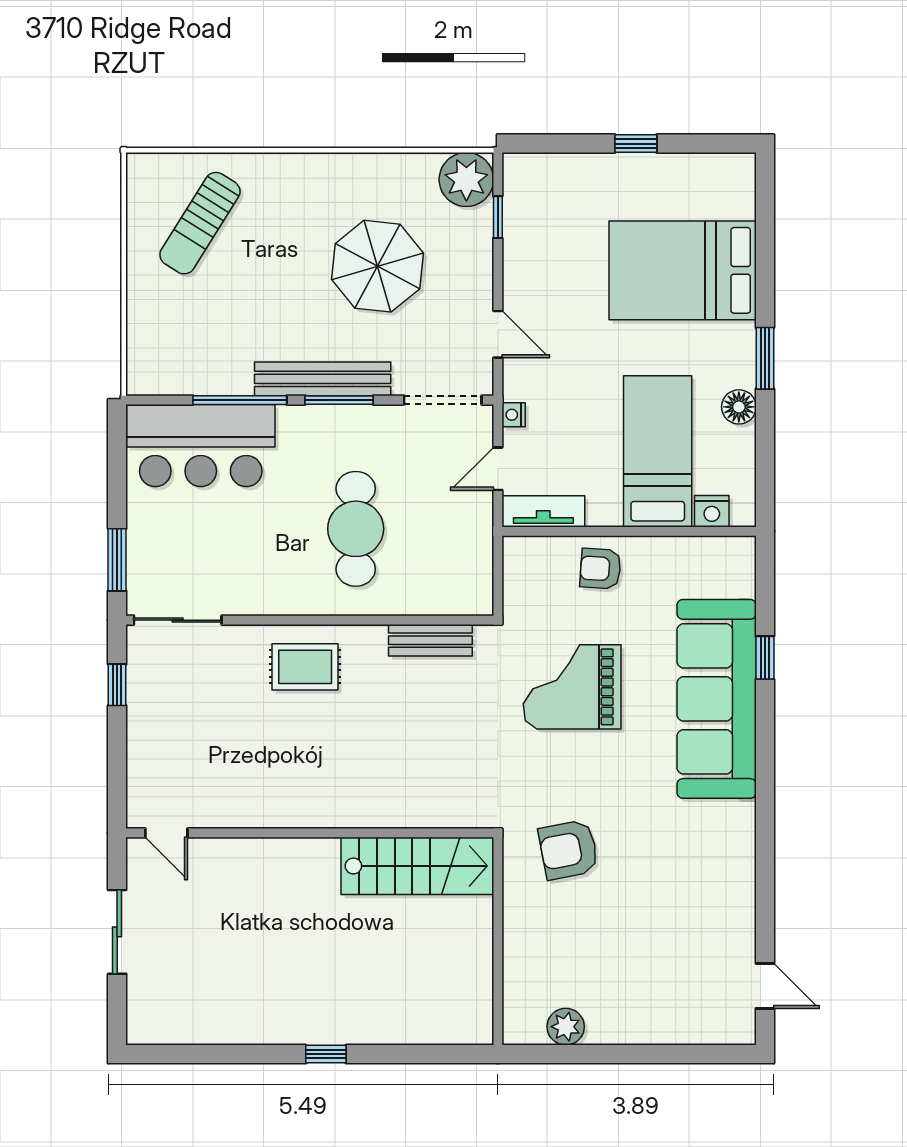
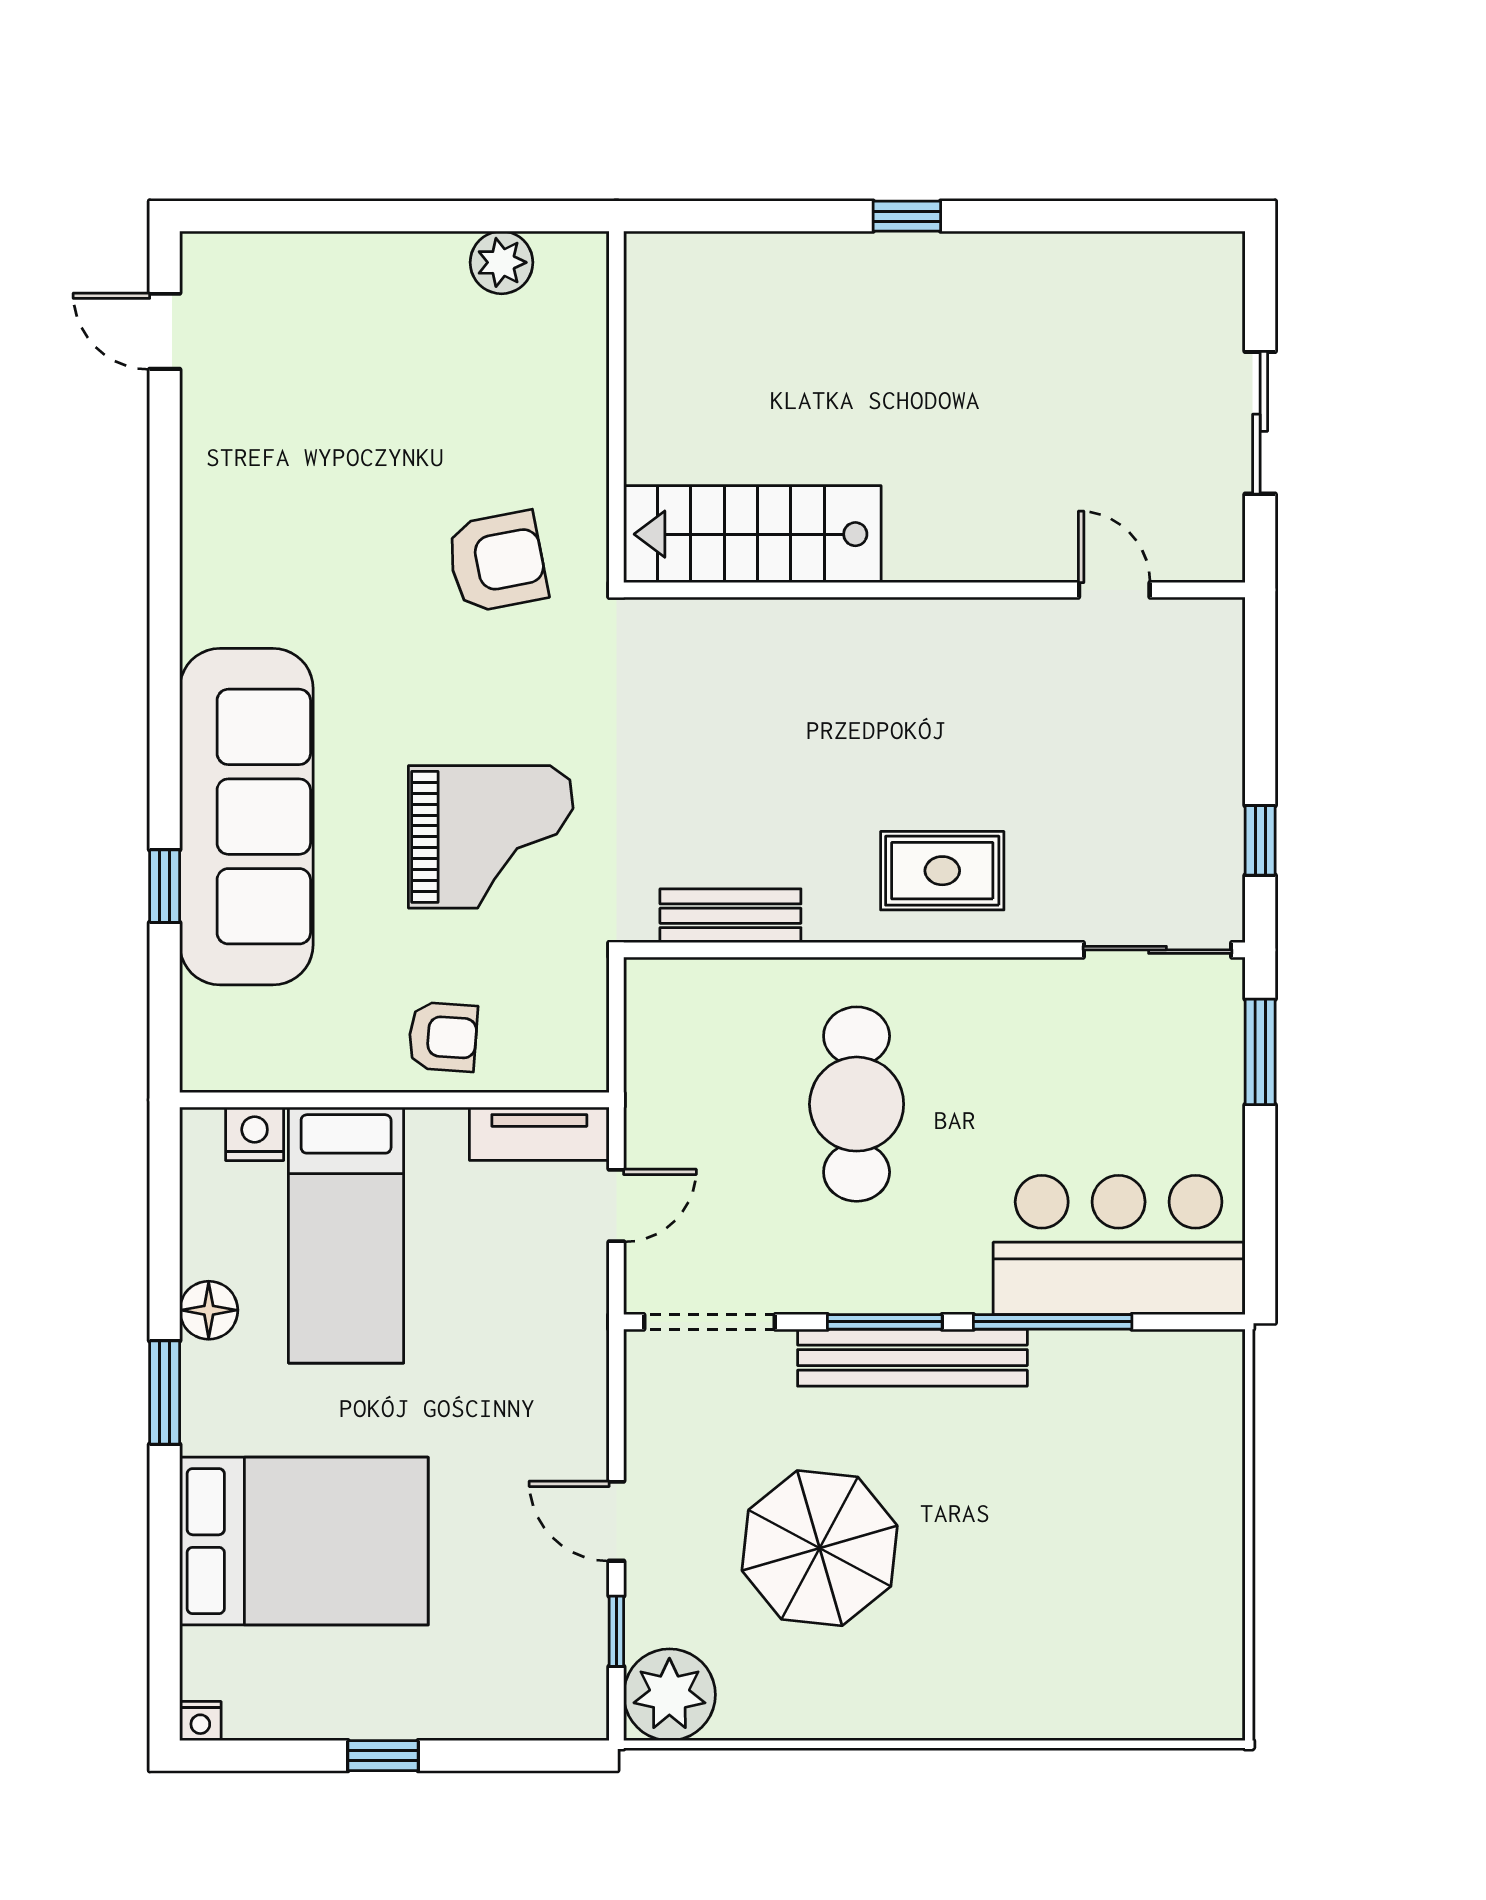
sun lounger: (200, 223) -> (1120, 1621), removed
door: (498, 334) -> (616, 1521), moved
nightstand: (514, 415) -> (200, 1721), moved, turned 90
door: (166, 833) -> (1114, 590), moved

